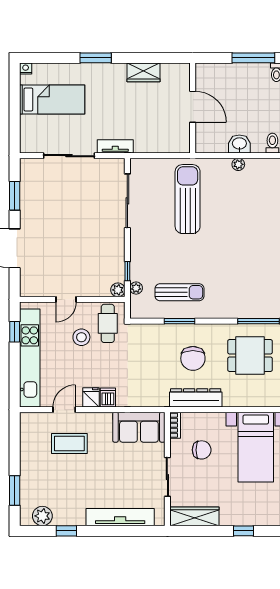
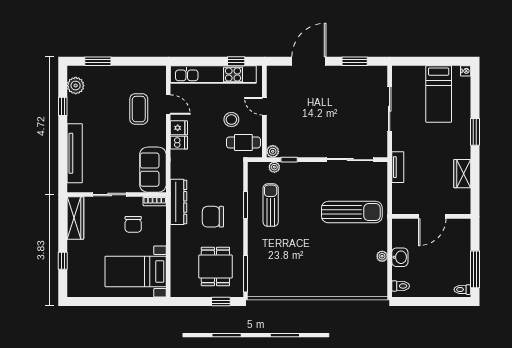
tv unit: (115, 146) -> (398, 167), moved
sun lounger: (180, 292) -> (271, 205), turned 180
dresser: (196, 398) -> (179, 202), moved

